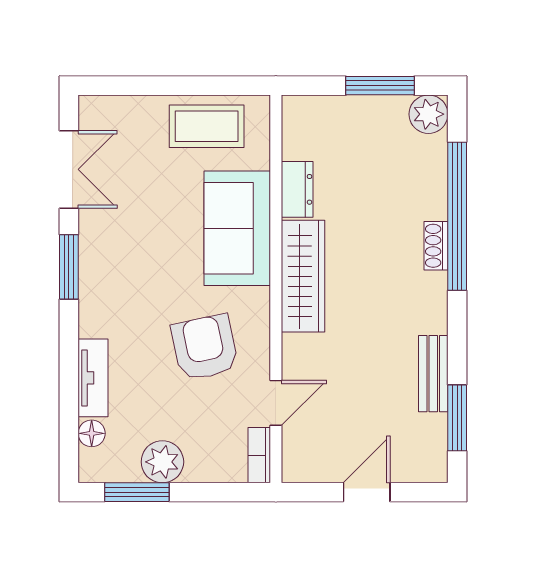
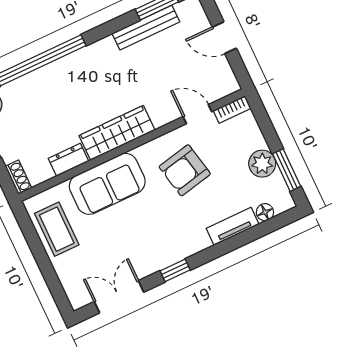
shoe rack: (436, 246) -> (18, 177), moved, turned -90
window: (69, 267) -> (175, 270), width x0.67
bench: (433, 374) -> (146, 28), width x1.36

